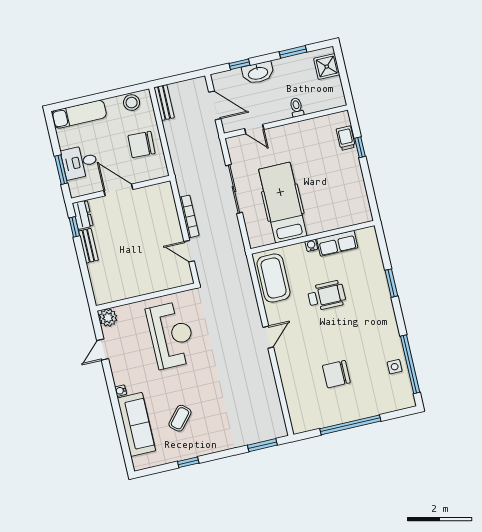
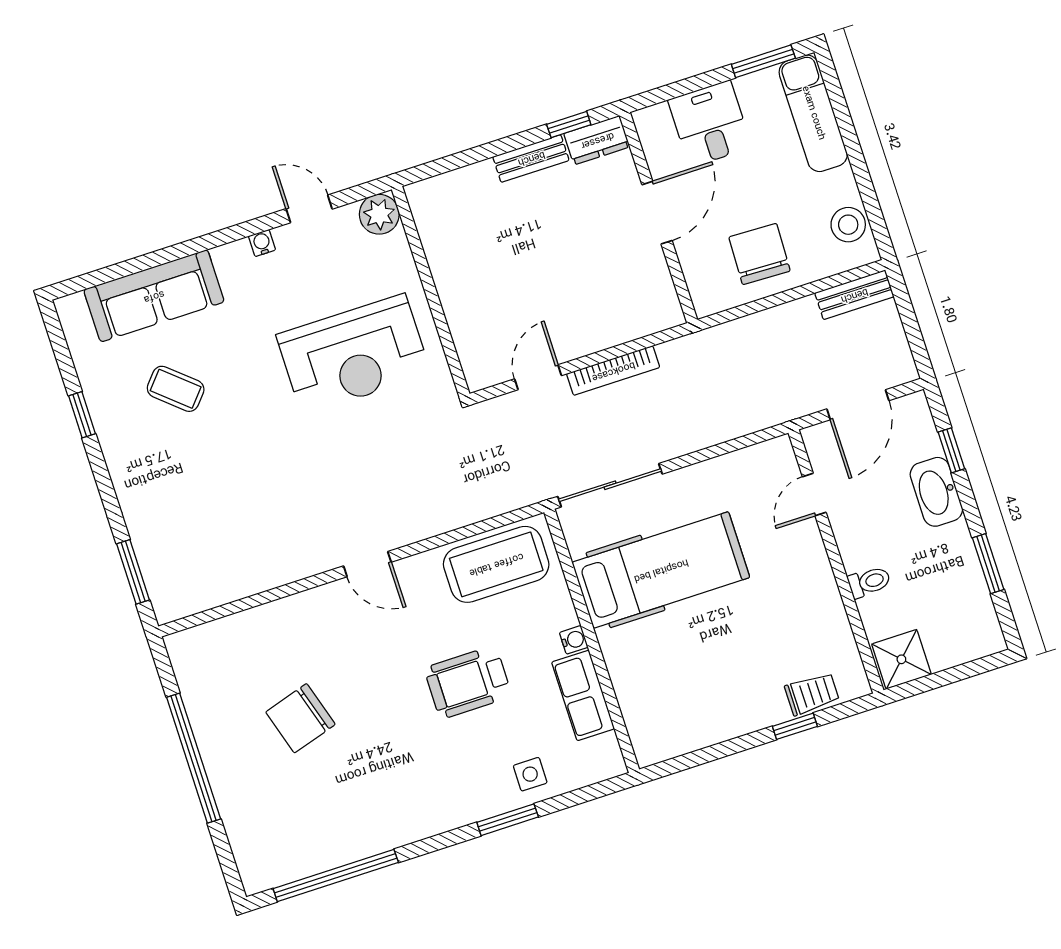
shower: (327, 67) -> (901, 659), moved
window: (61, 170) -> (763, 61), moved
sliding door: (234, 189) -> (610, 485), moved
wheelchair: (327, 296) -> (468, 682), turned 90
side table: (395, 367) -> (530, 774), moved
chair: (336, 374) -> (300, 718), turned -107
water cooler: (121, 391) -> (262, 243), moved

